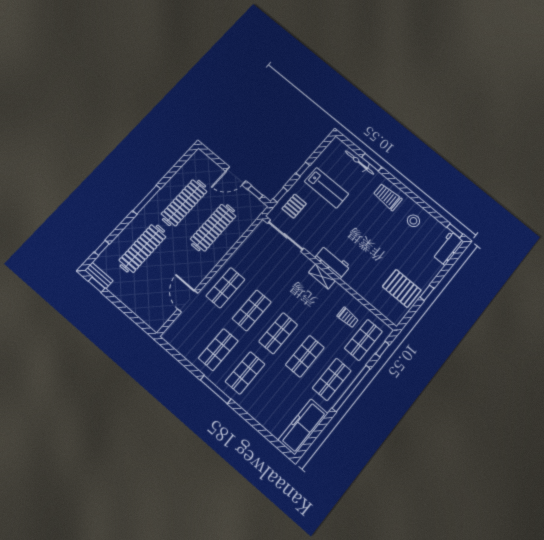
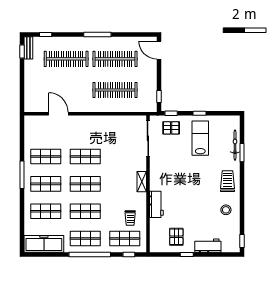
door: (236, 176) -> (159, 50), moved
lab bench: (326, 188) -> (200, 138), turned 180
workbench: (448, 248) -> (208, 246), moved
workbench: (333, 262) -> (156, 204), moved
shop shelf: (225, 288) -> (46, 211), moved
pallet: (402, 288) -> (176, 237), width x0.67, depth x0.71
door: (188, 301) -> (58, 114), hinge flipped

